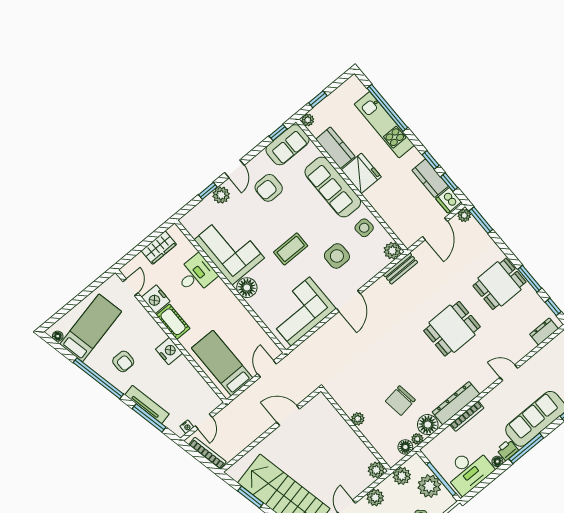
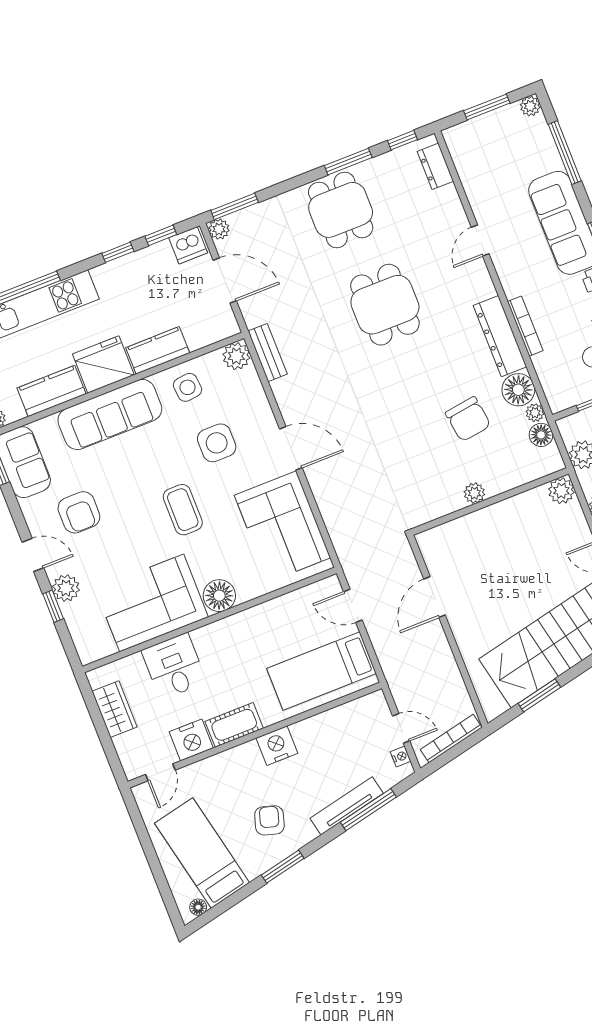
kitchen counter: (430, 178) -> (158, 350), moved, turned 180
door: (130, 287) -> (160, 772), swing flipped
armchair: (123, 361) -> (269, 820), turned -73
window: (98, 378) -> (283, 867), width x0.47

